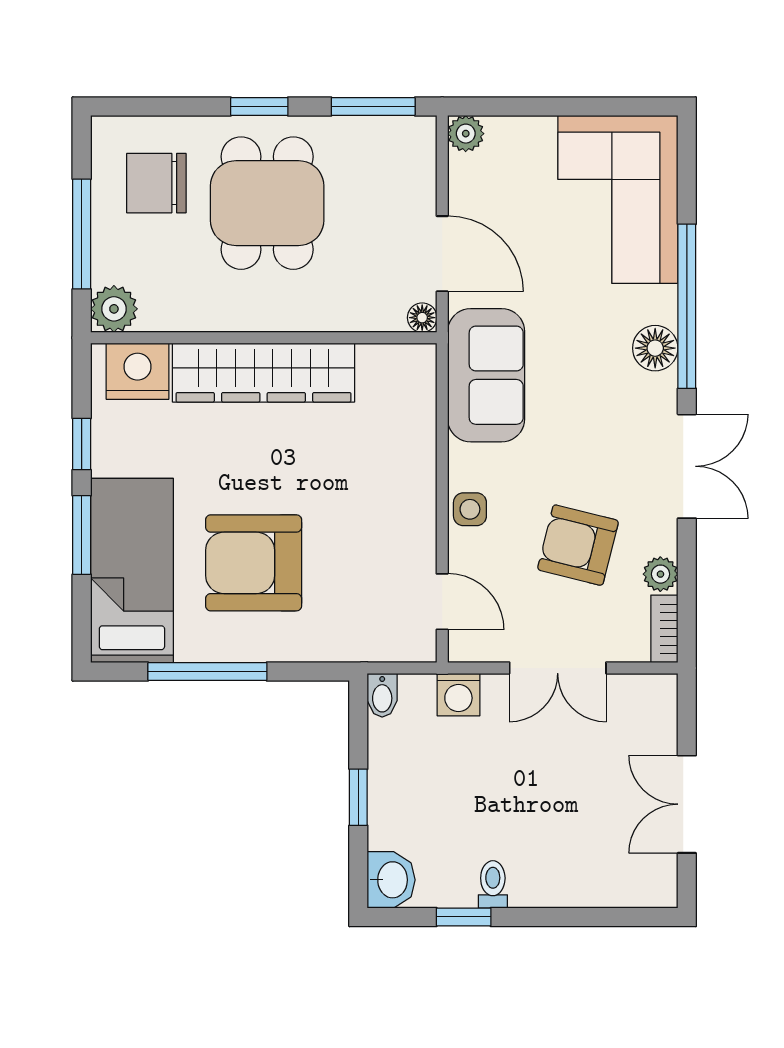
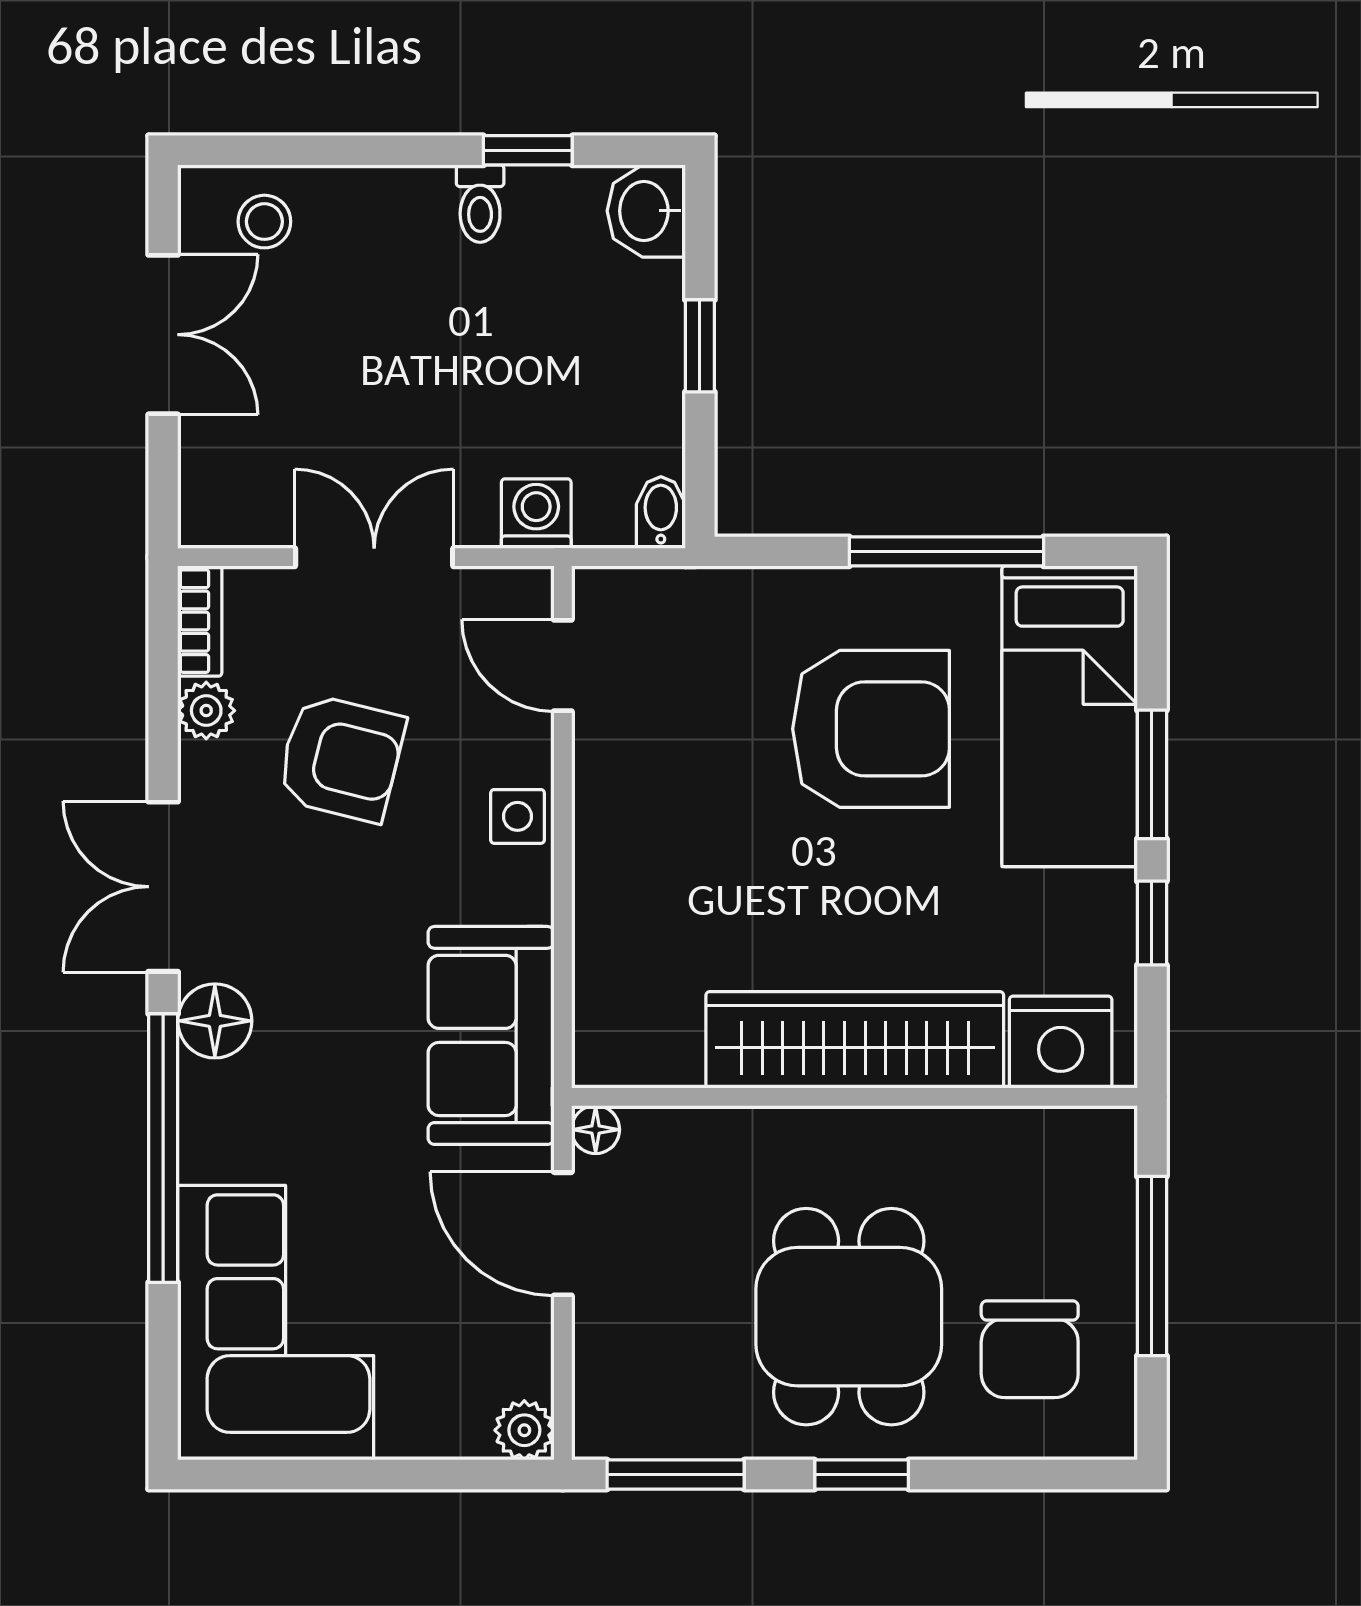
chair: (156, 183) -> (1030, 1349), turned 90
plant: (114, 309) -> (1099, 1144), removed
floor lamp: (655, 348) -> (215, 1021), moved
stool: (625, 873) -> (264, 222), added

